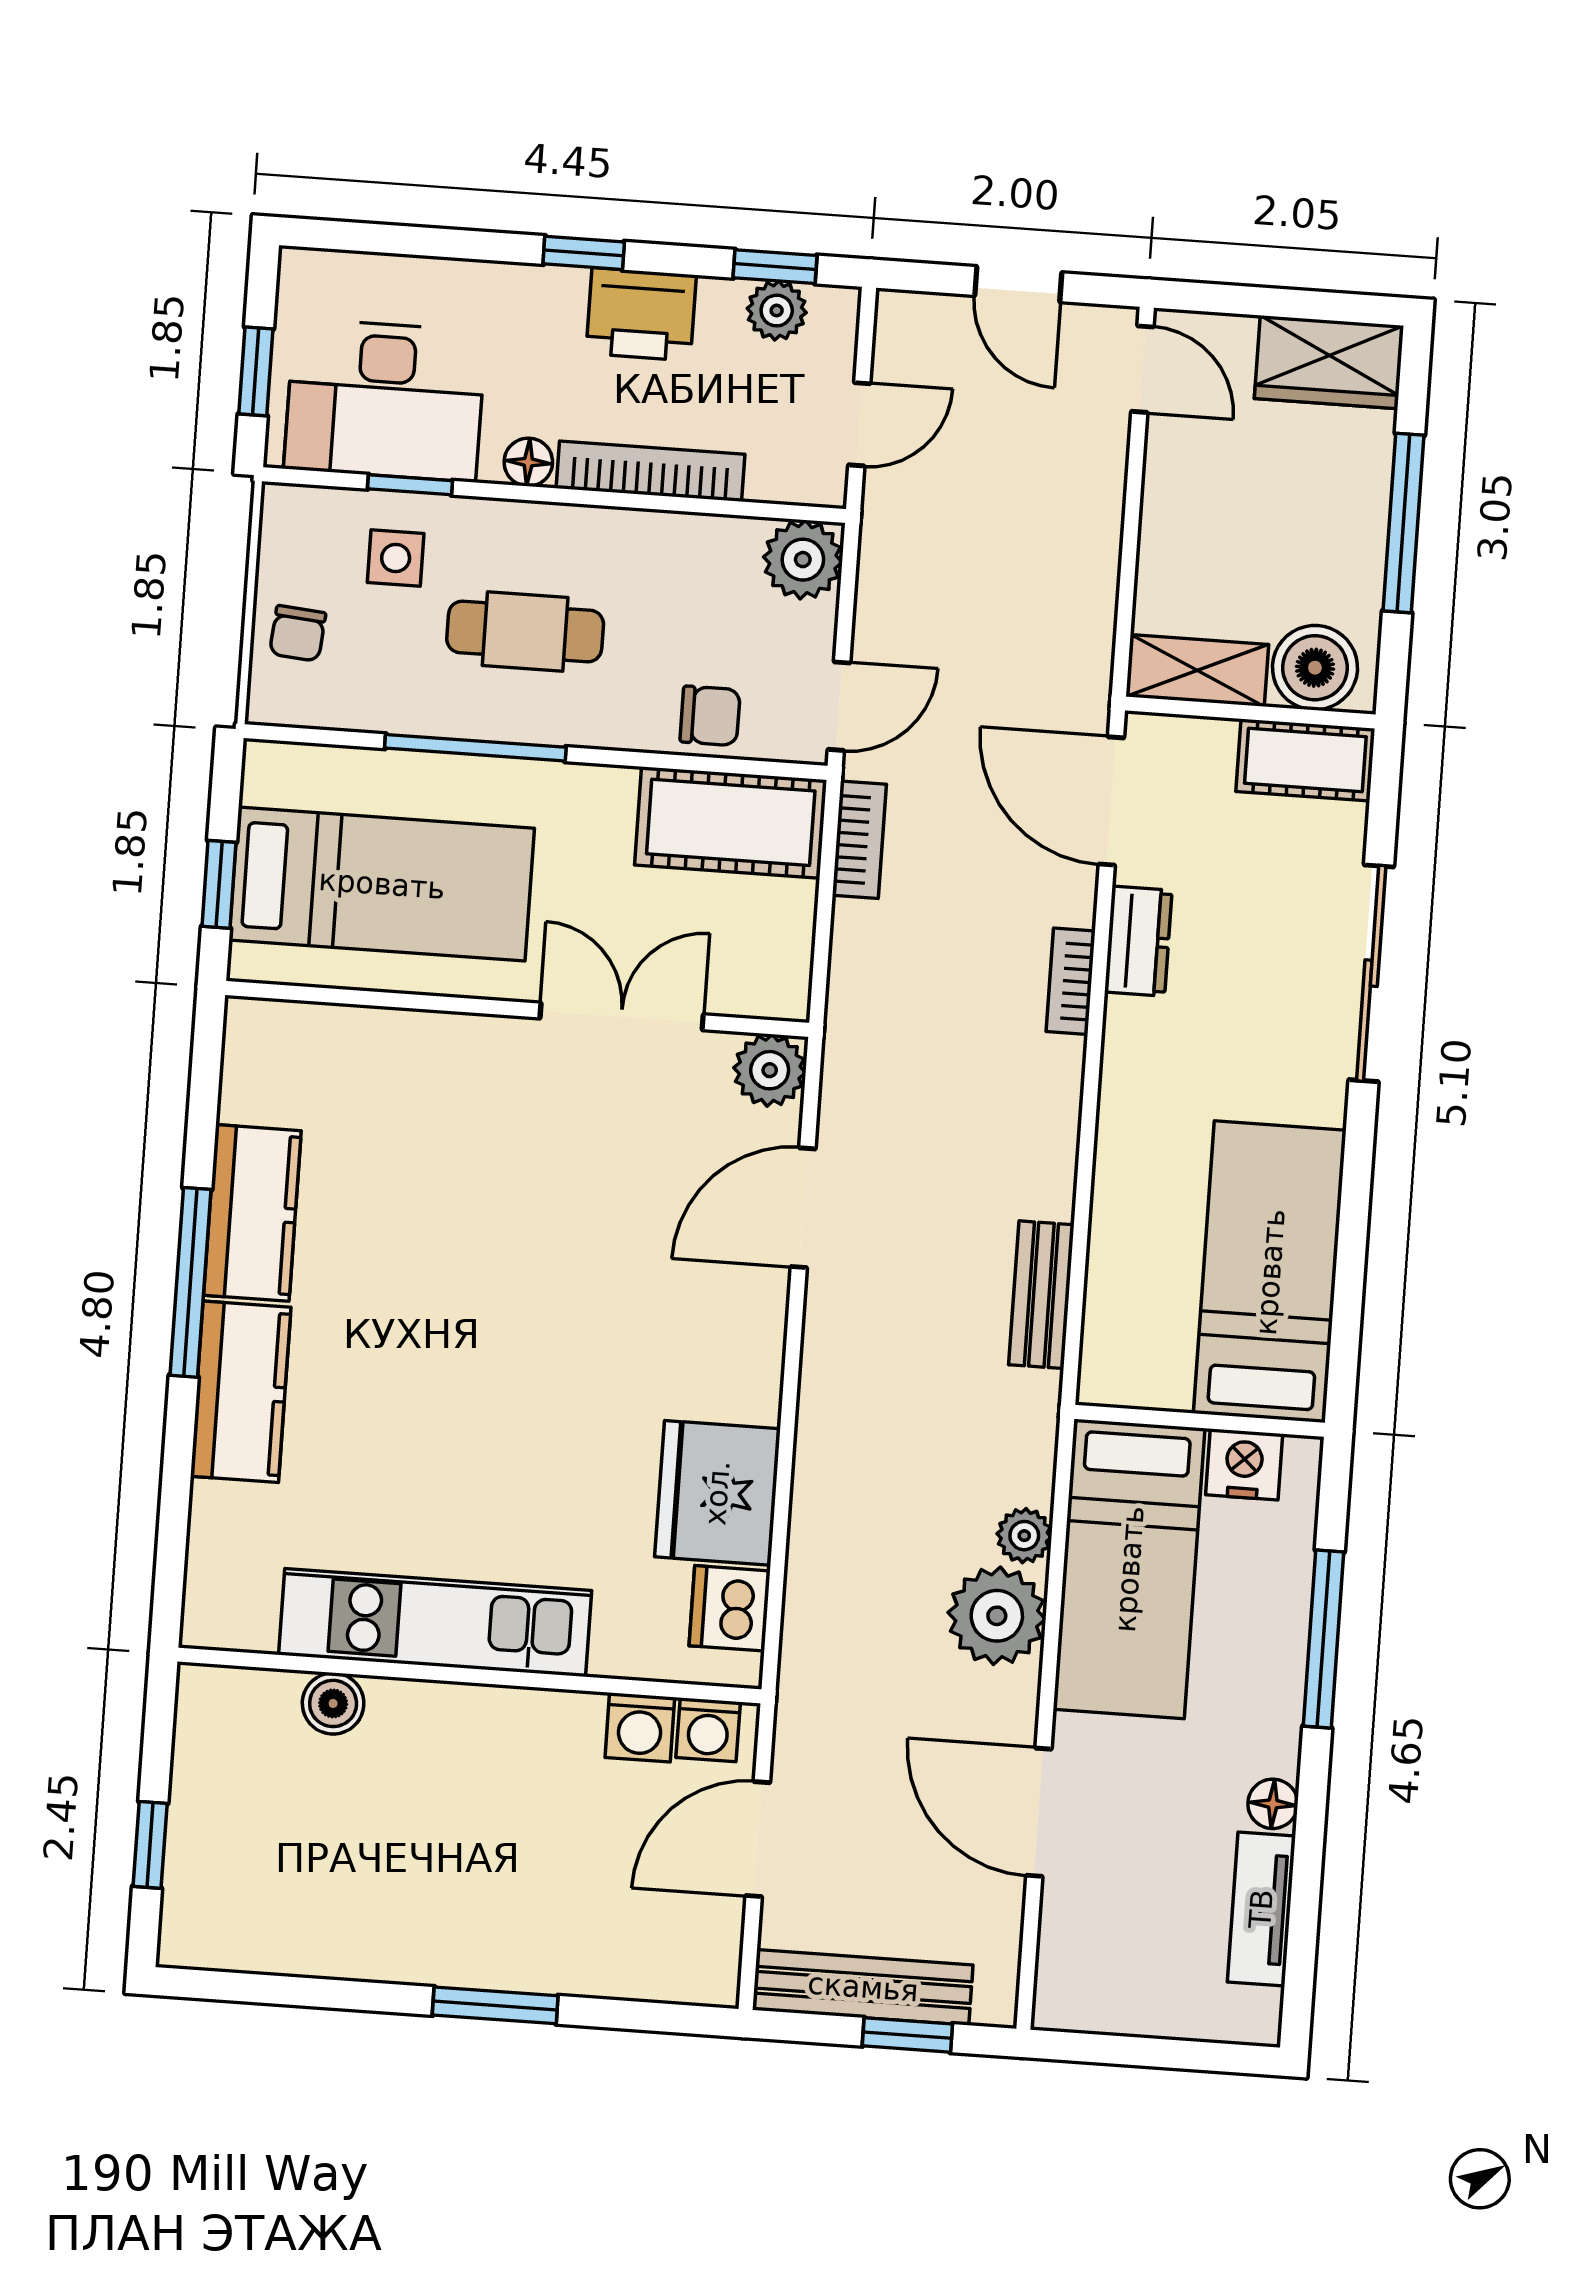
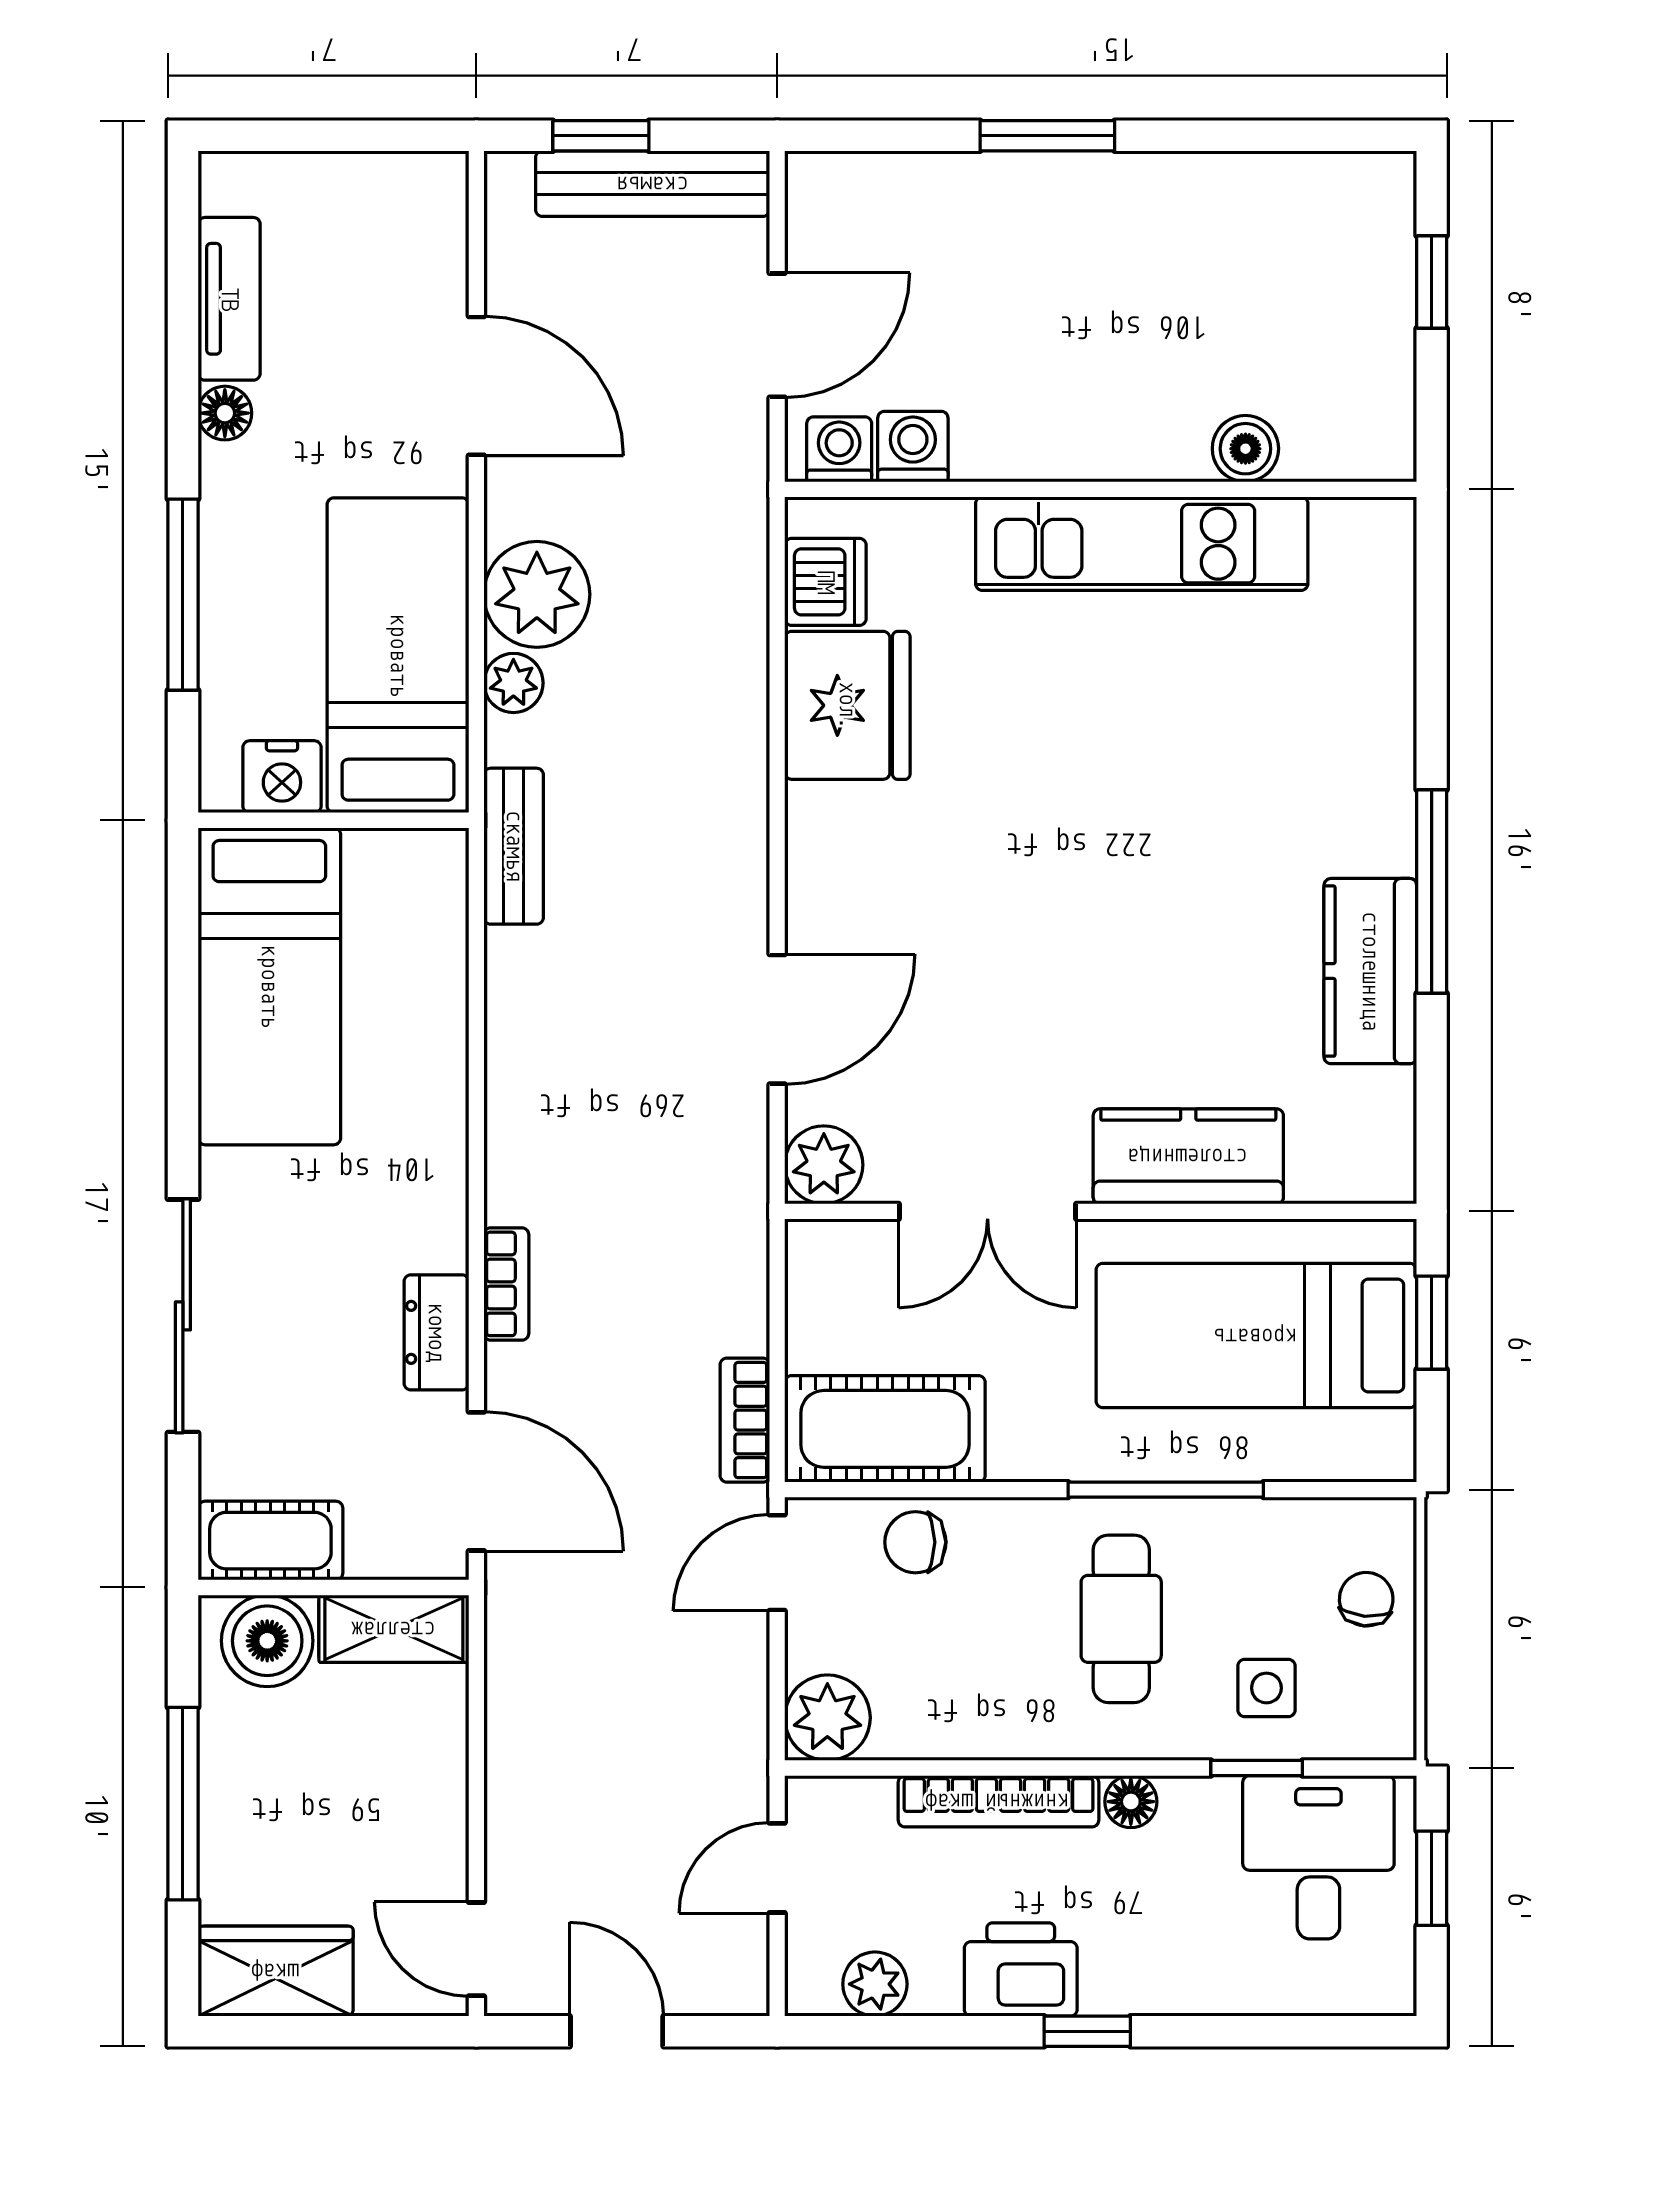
window: (775, 267) -> (880, 2031), removed
desk: (385, 400) -> (1318, 1857), width x0.73
cafe table: (525, 631) -> (1121, 1619), turned 90
bench: (1041, 1295) -> (514, 846), moved
kitchen counter: (241, 1392) -> (1188, 1156), moved, turned 90

